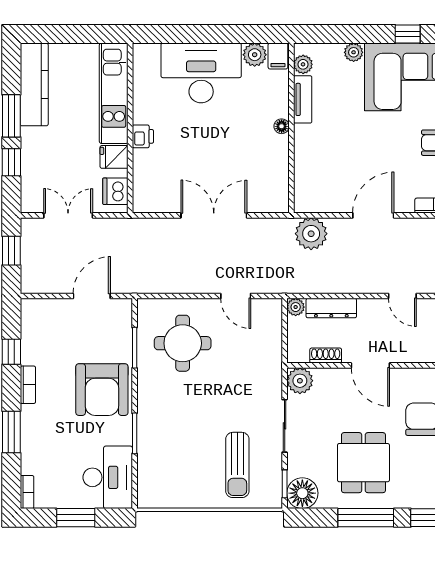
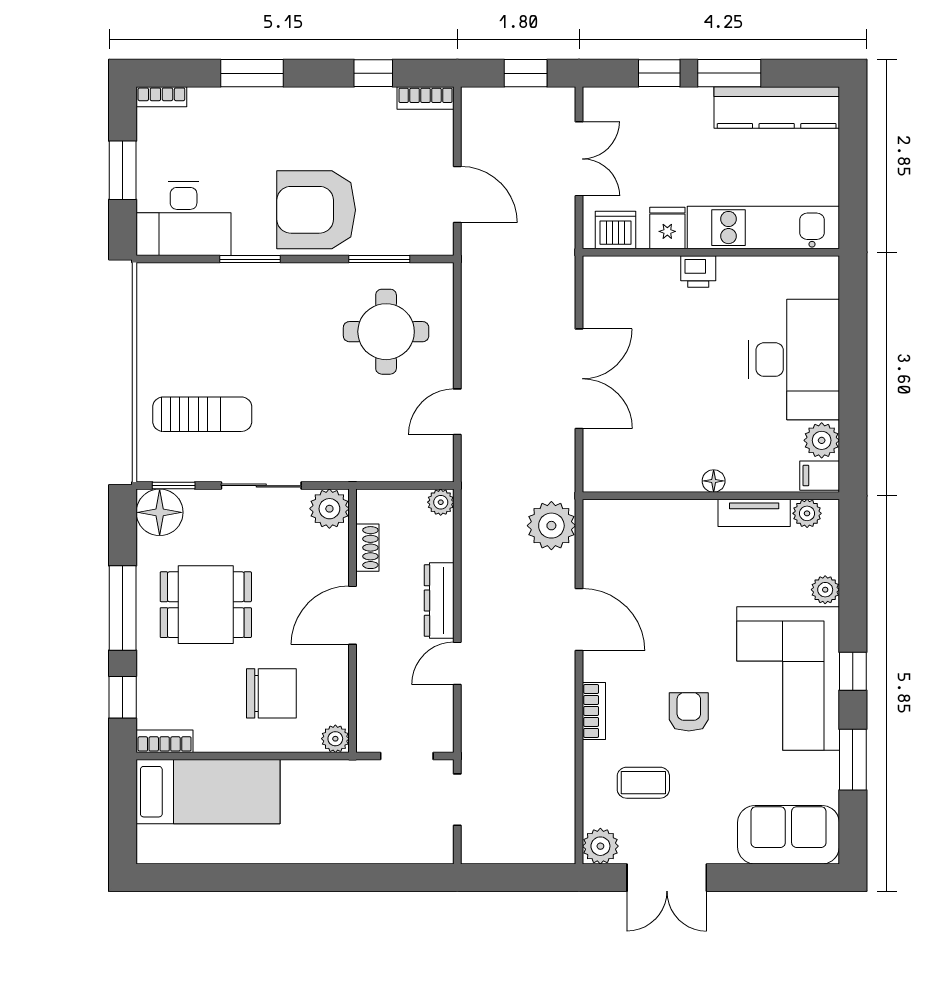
dresser: (331, 308) -> (439, 601), moved
bookcase: (28, 385) -> (425, 98), moved
sun lounger: (237, 465) -> (202, 414), turned 180

